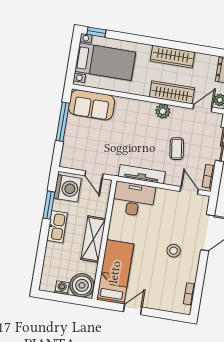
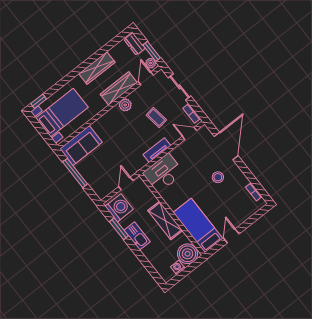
tv unit: (142, 174) -> (157, 150), width x0.71
door: (94, 175) -> (126, 184), swing flipped

